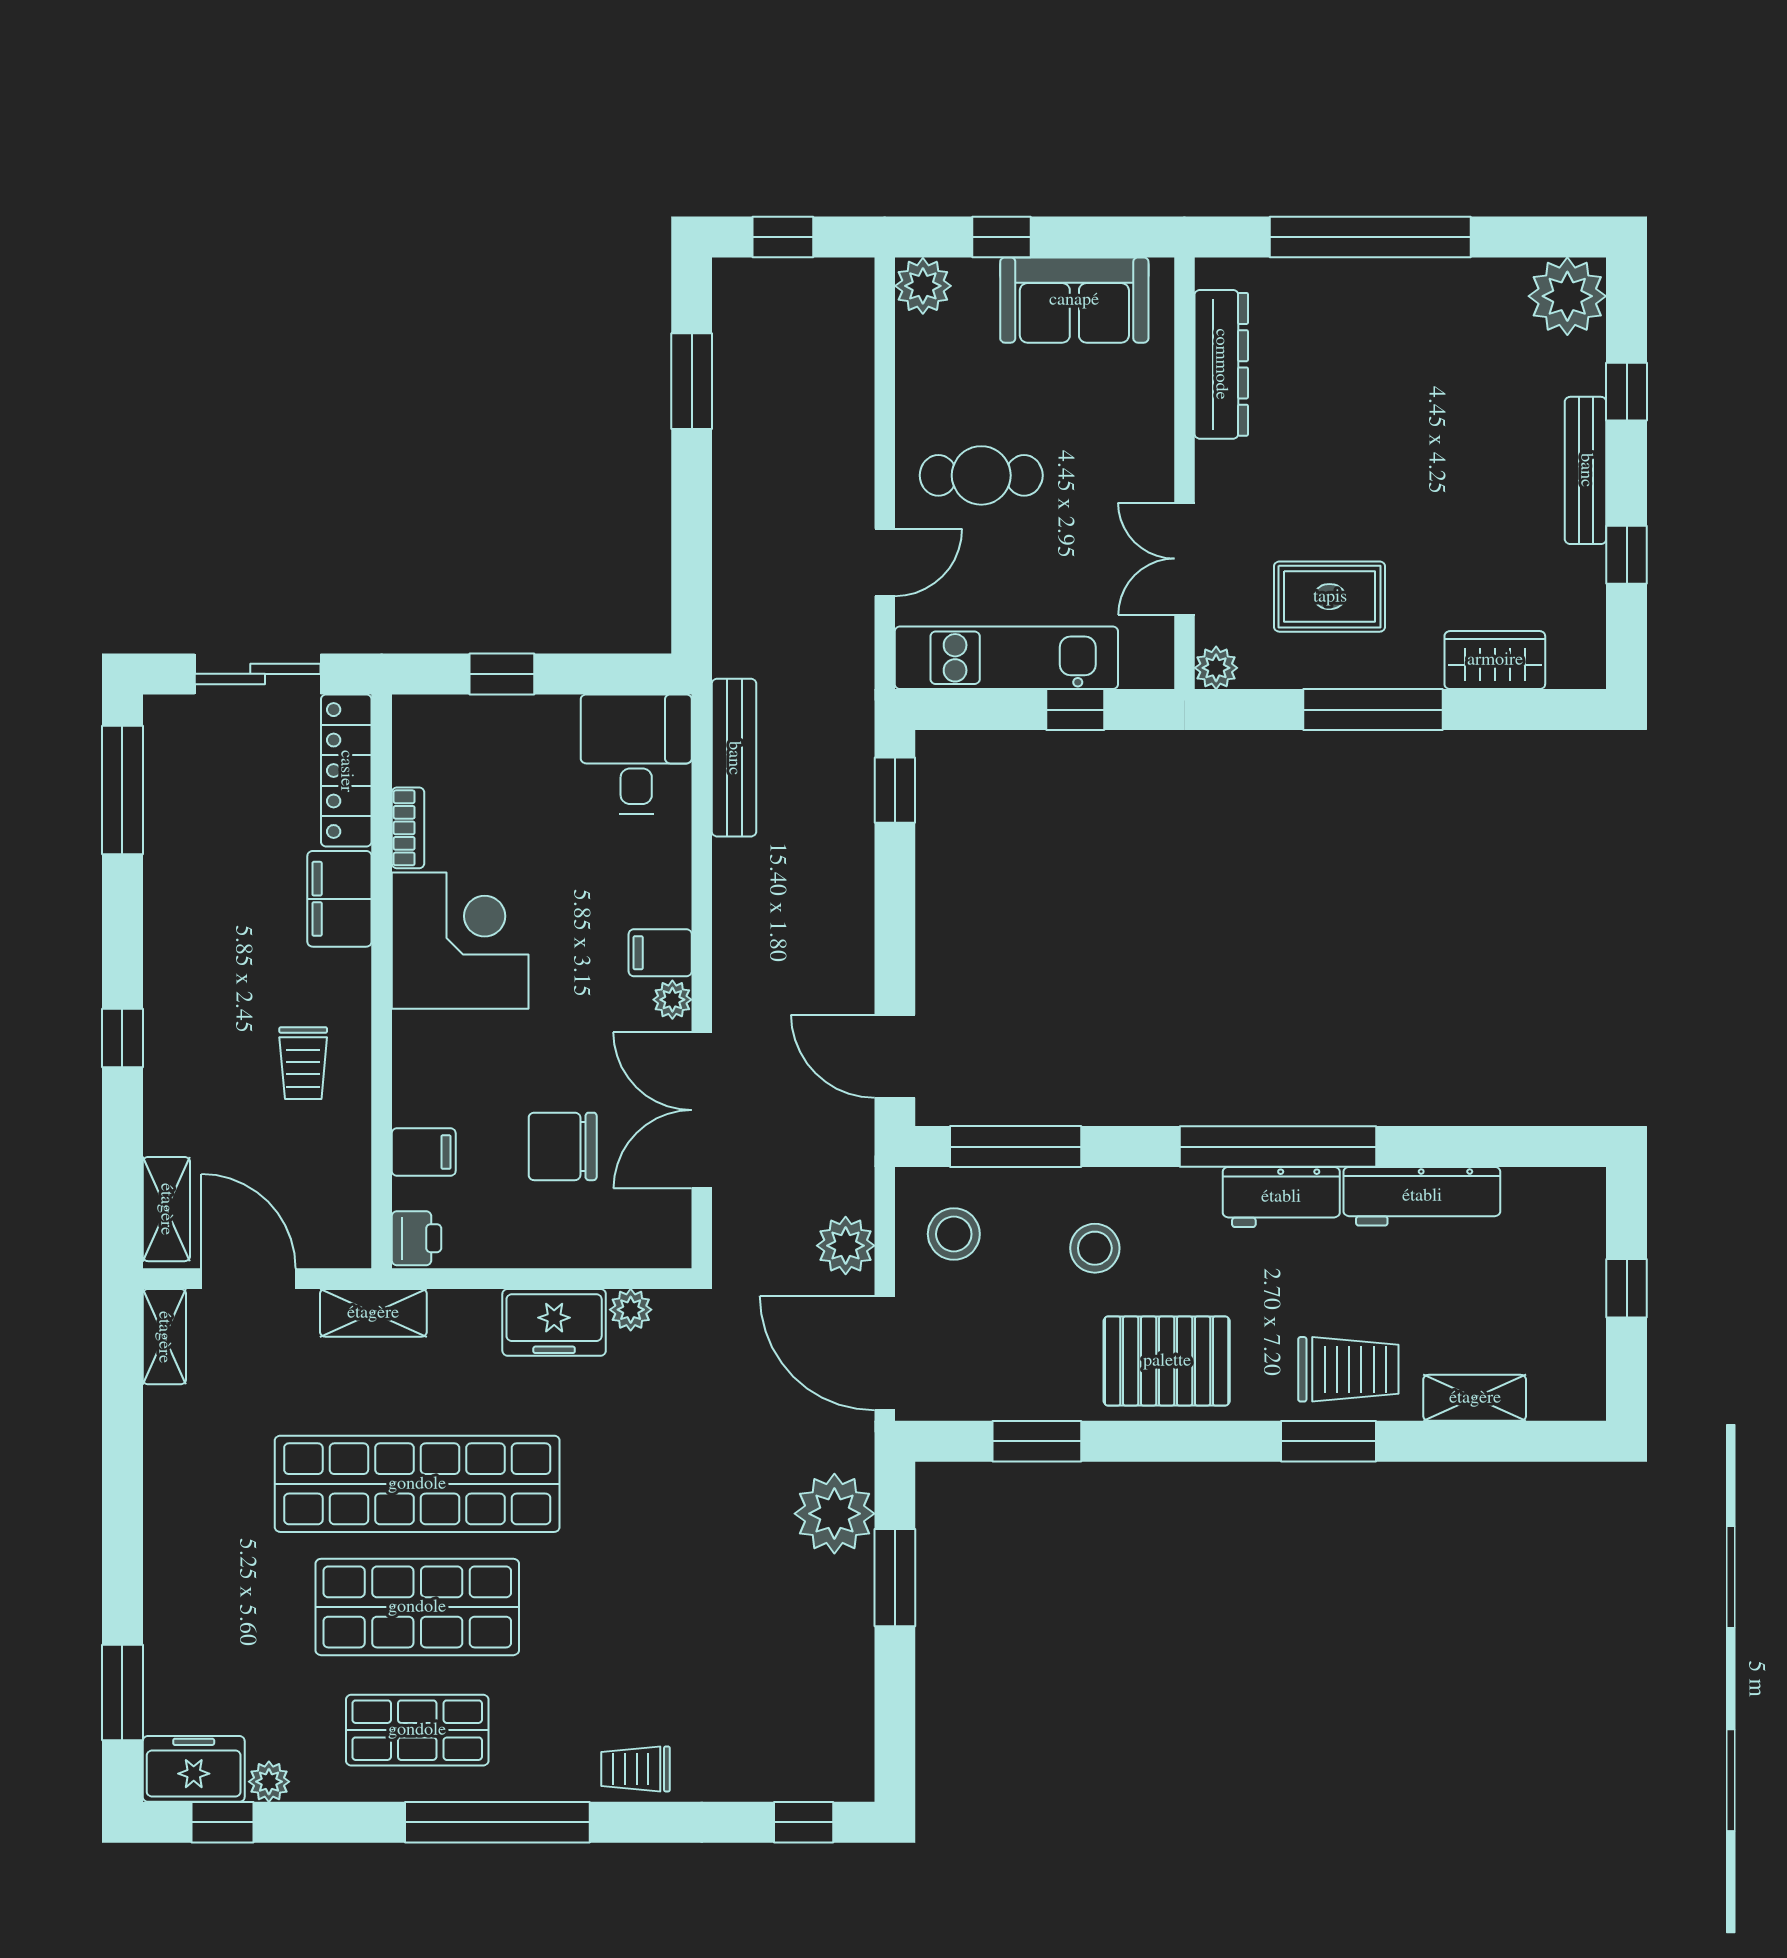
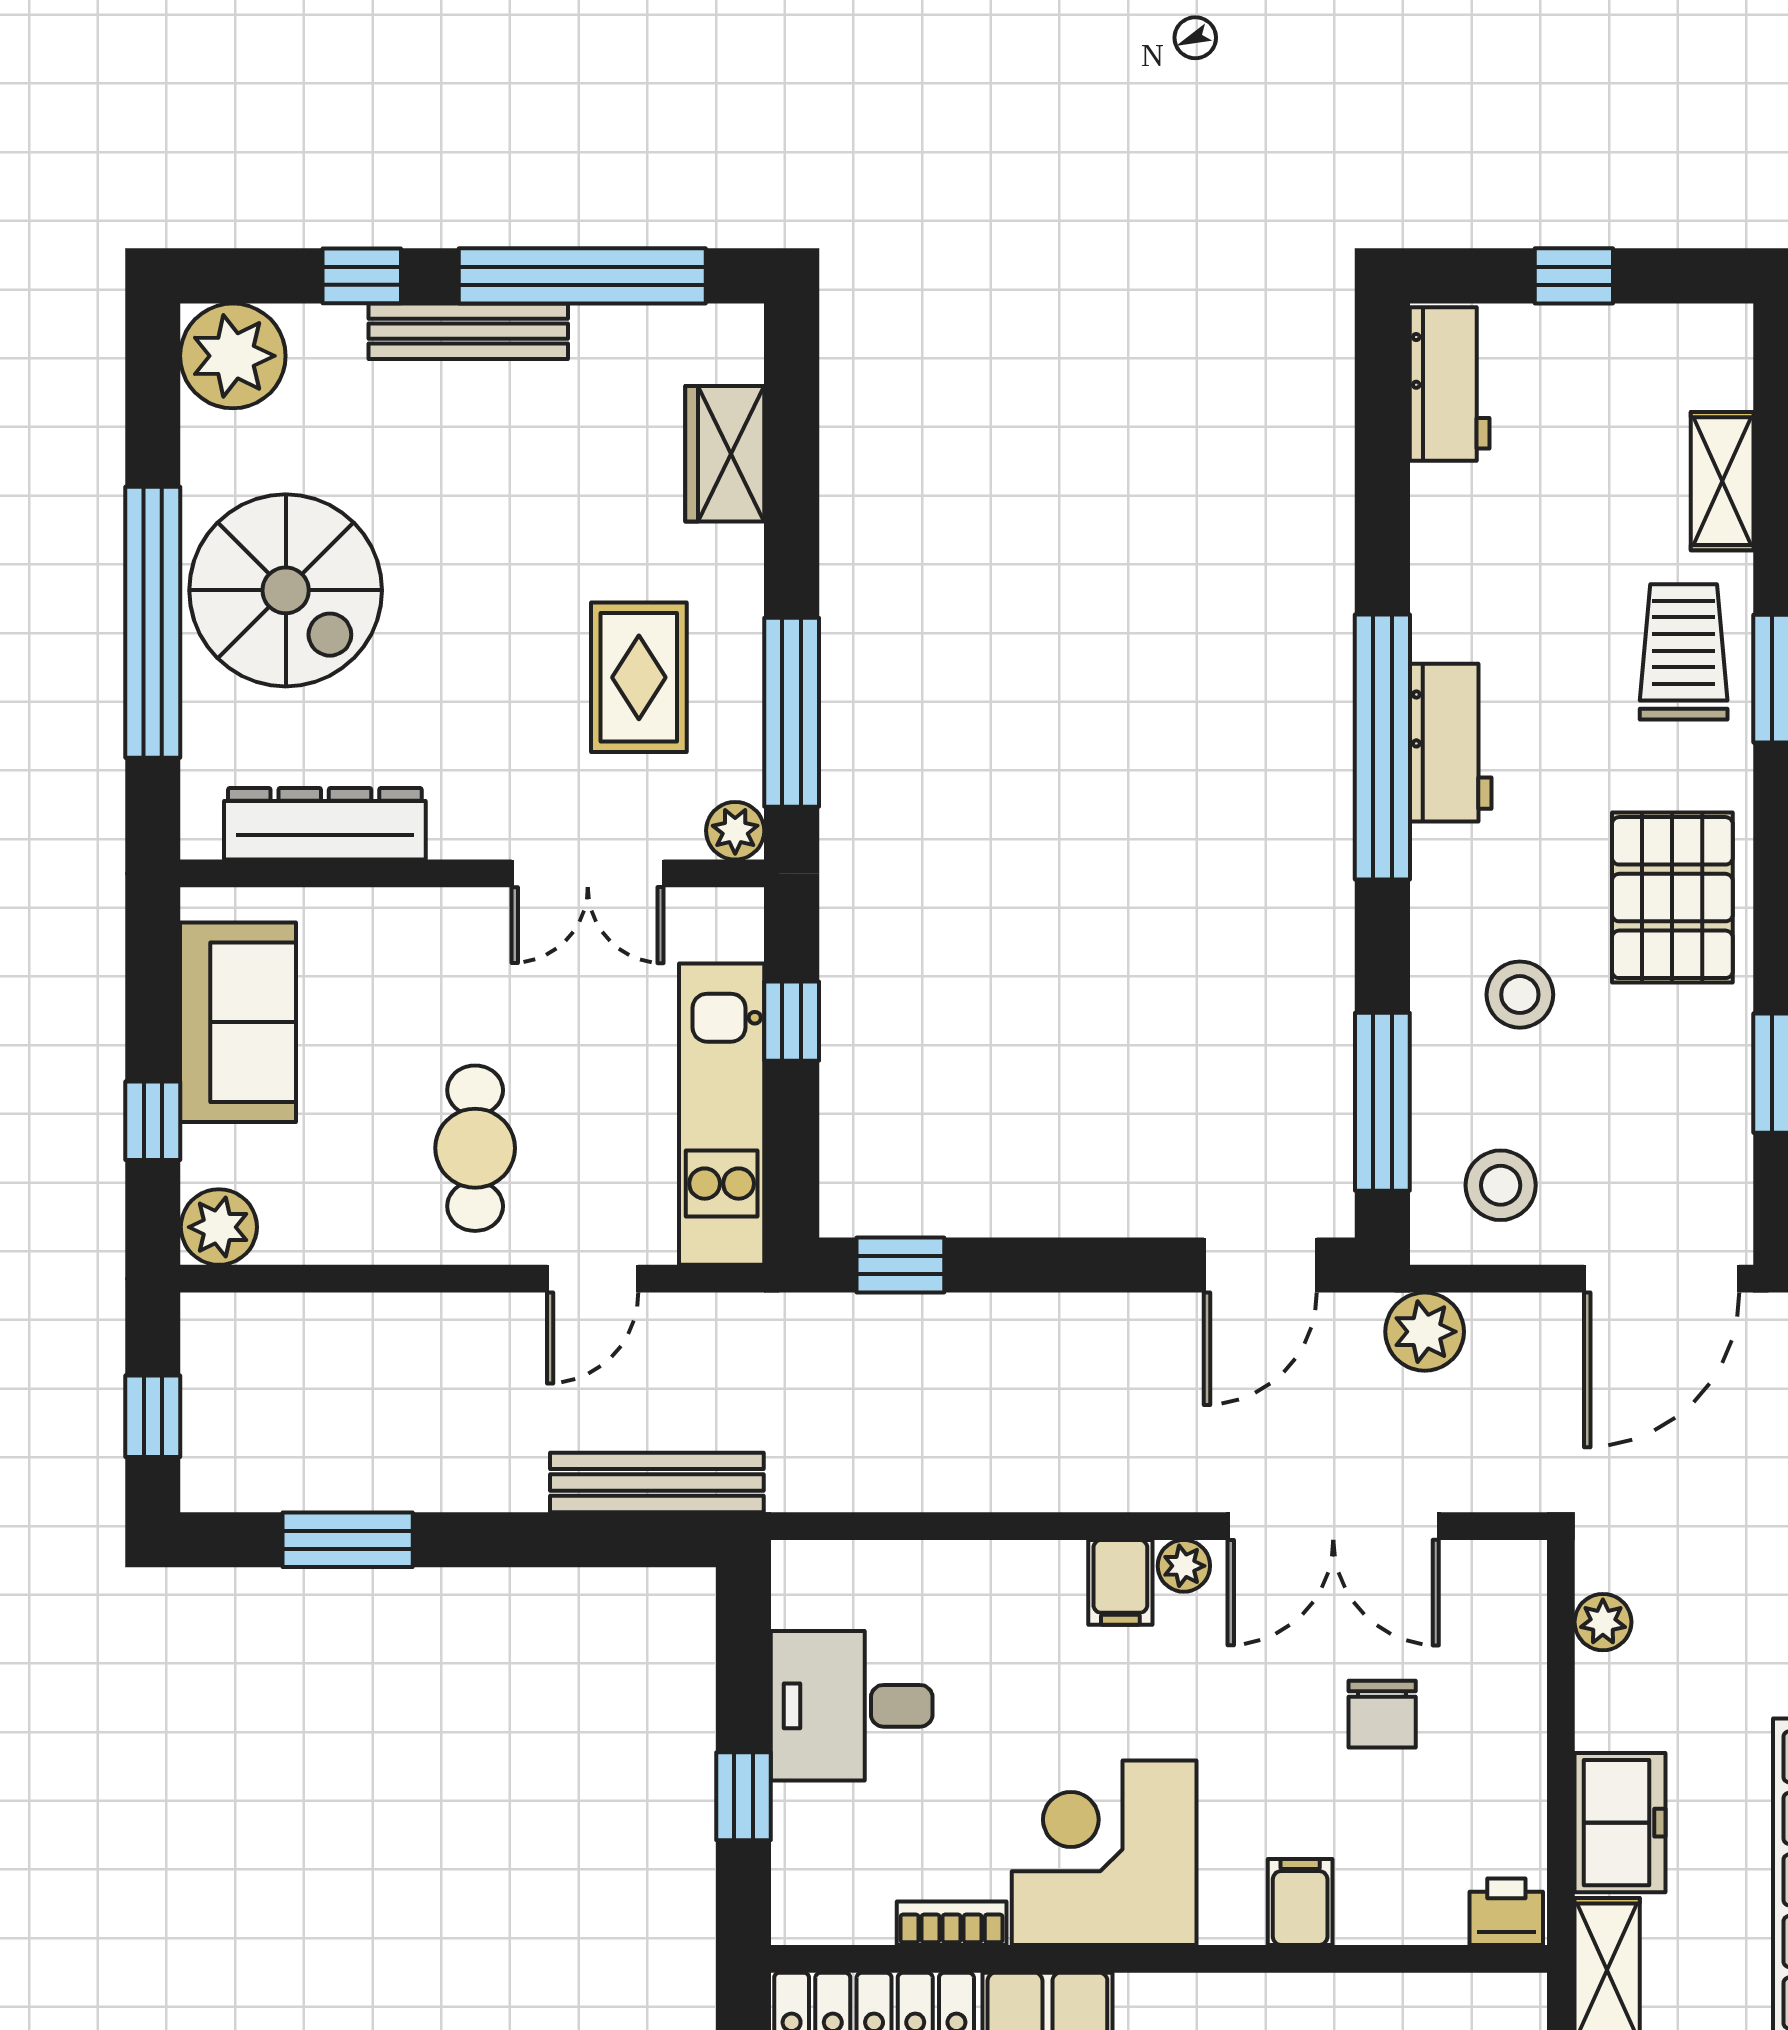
spiral stairs: (1394, 335) -> (286, 590), added
window: (1627, 555) -> (582, 276), width x3.17
door: (885, 562) -> (593, 1279), swing flipped
window: (1373, 710) -> (792, 712), moved
desk: (636, 754) -> (852, 1706), moved
bench: (734, 758) -> (657, 1482), moved
chair: (563, 1146) -> (1382, 1714), width x0.73, depth x0.73
filing cabinet: (424, 1152) -> (1300, 1902), moved
workbench: (1422, 1196) -> (1450, 384), moved, width x0.73
plant: (846, 1246) -> (1425, 1332), moved
freezer: (554, 1322) -> (1620, 1823), moved

